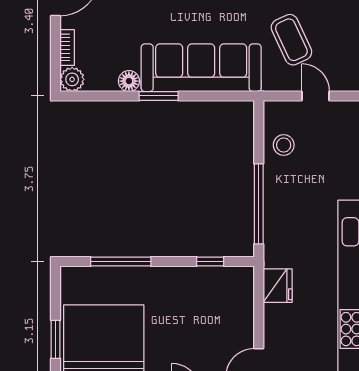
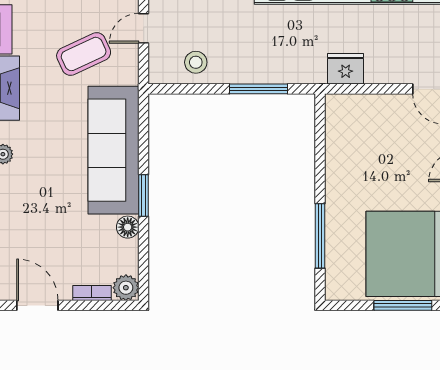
window: (259, 204) -> (258, 89), width x0.68
window: (210, 262) -> (320, 141), removed
window: (56, 339) -> (403, 305), width x1.44

